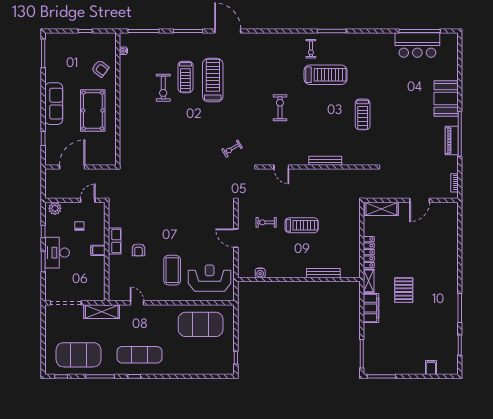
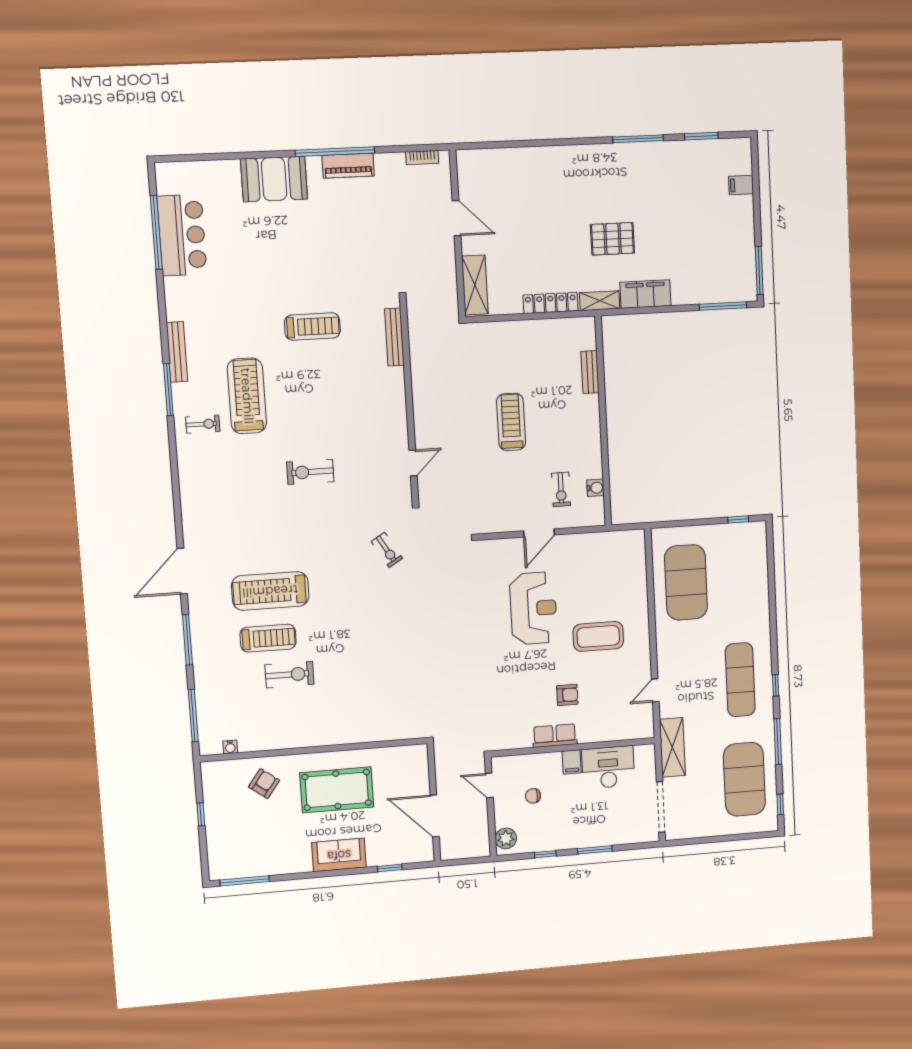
bench: (352, 37) -> (177, 352), added
sofa: (54, 104) -> (339, 855), width x0.73
bench: (325, 161) -> (394, 337), moved
exercise bike: (266, 222) -> (561, 489), moved
desk: (57, 253) -> (608, 767), moved, turned 180
bench: (323, 273) -> (590, 372), width x0.73
reception desk: (210, 278) -> (533, 608), moved, turned 180

